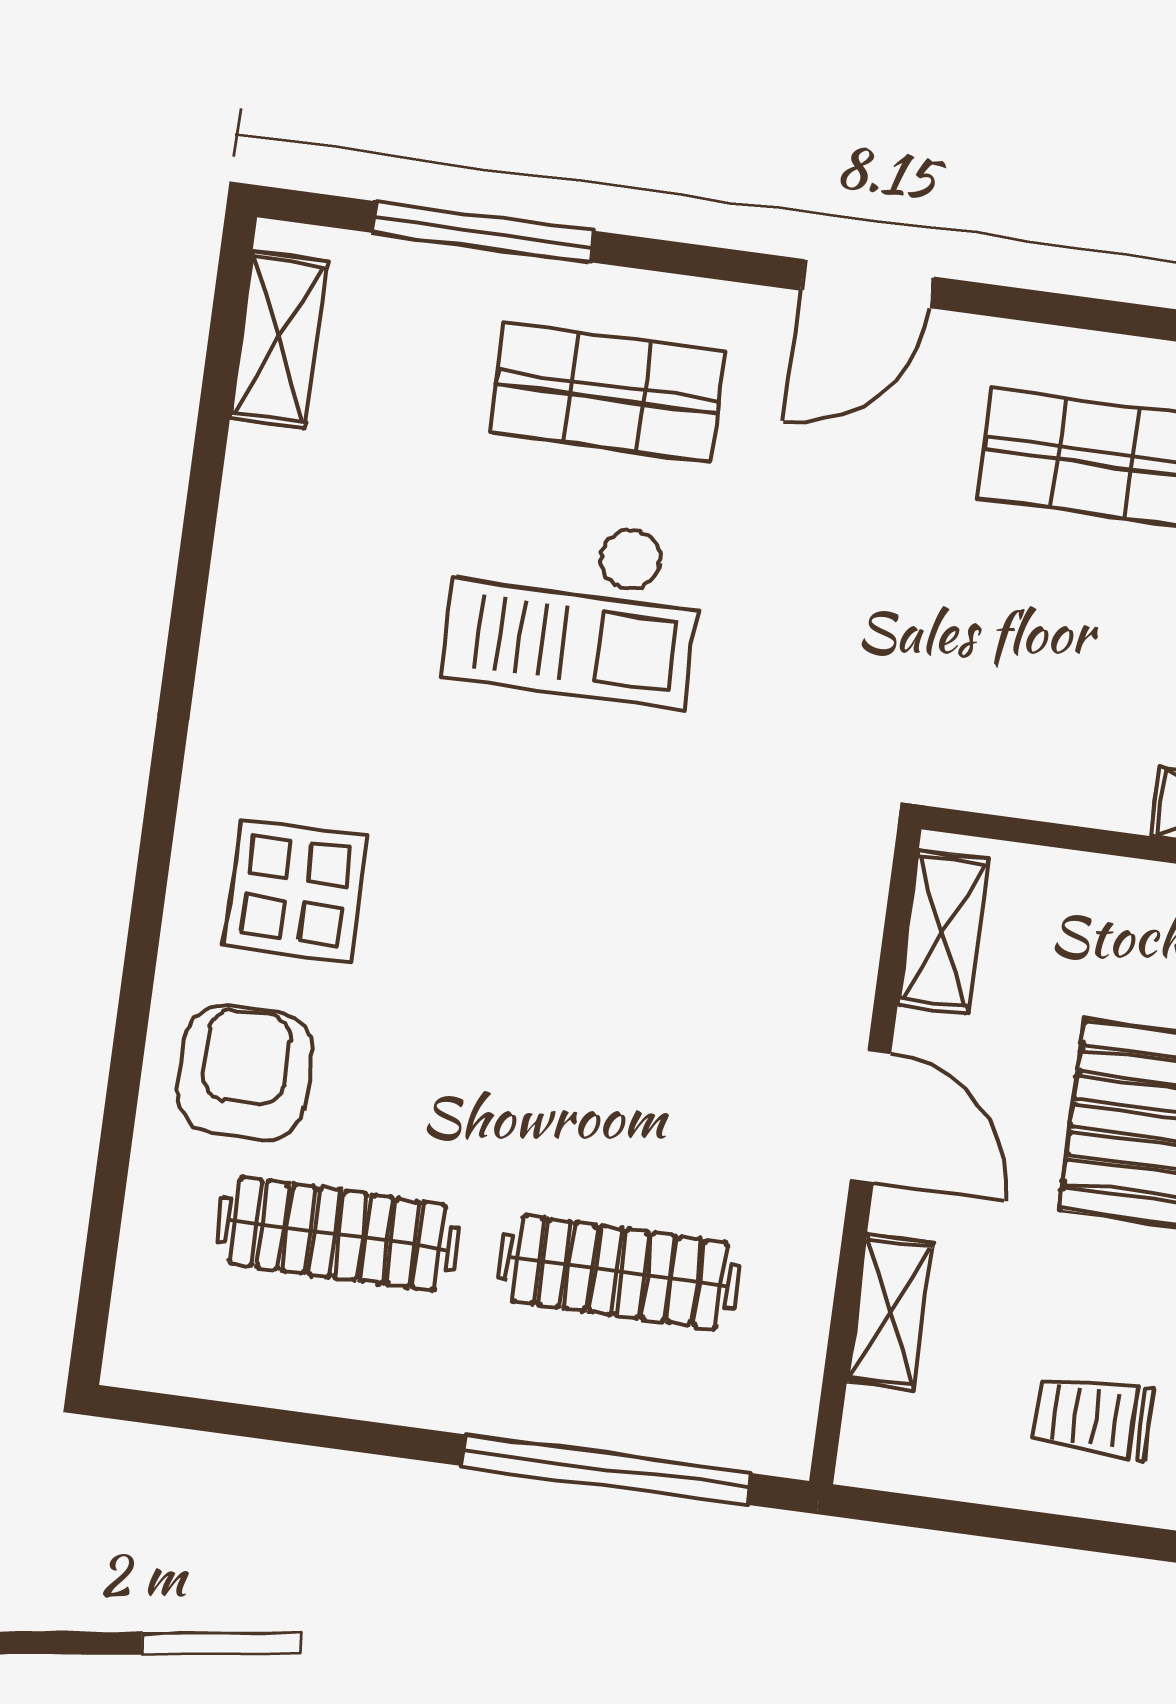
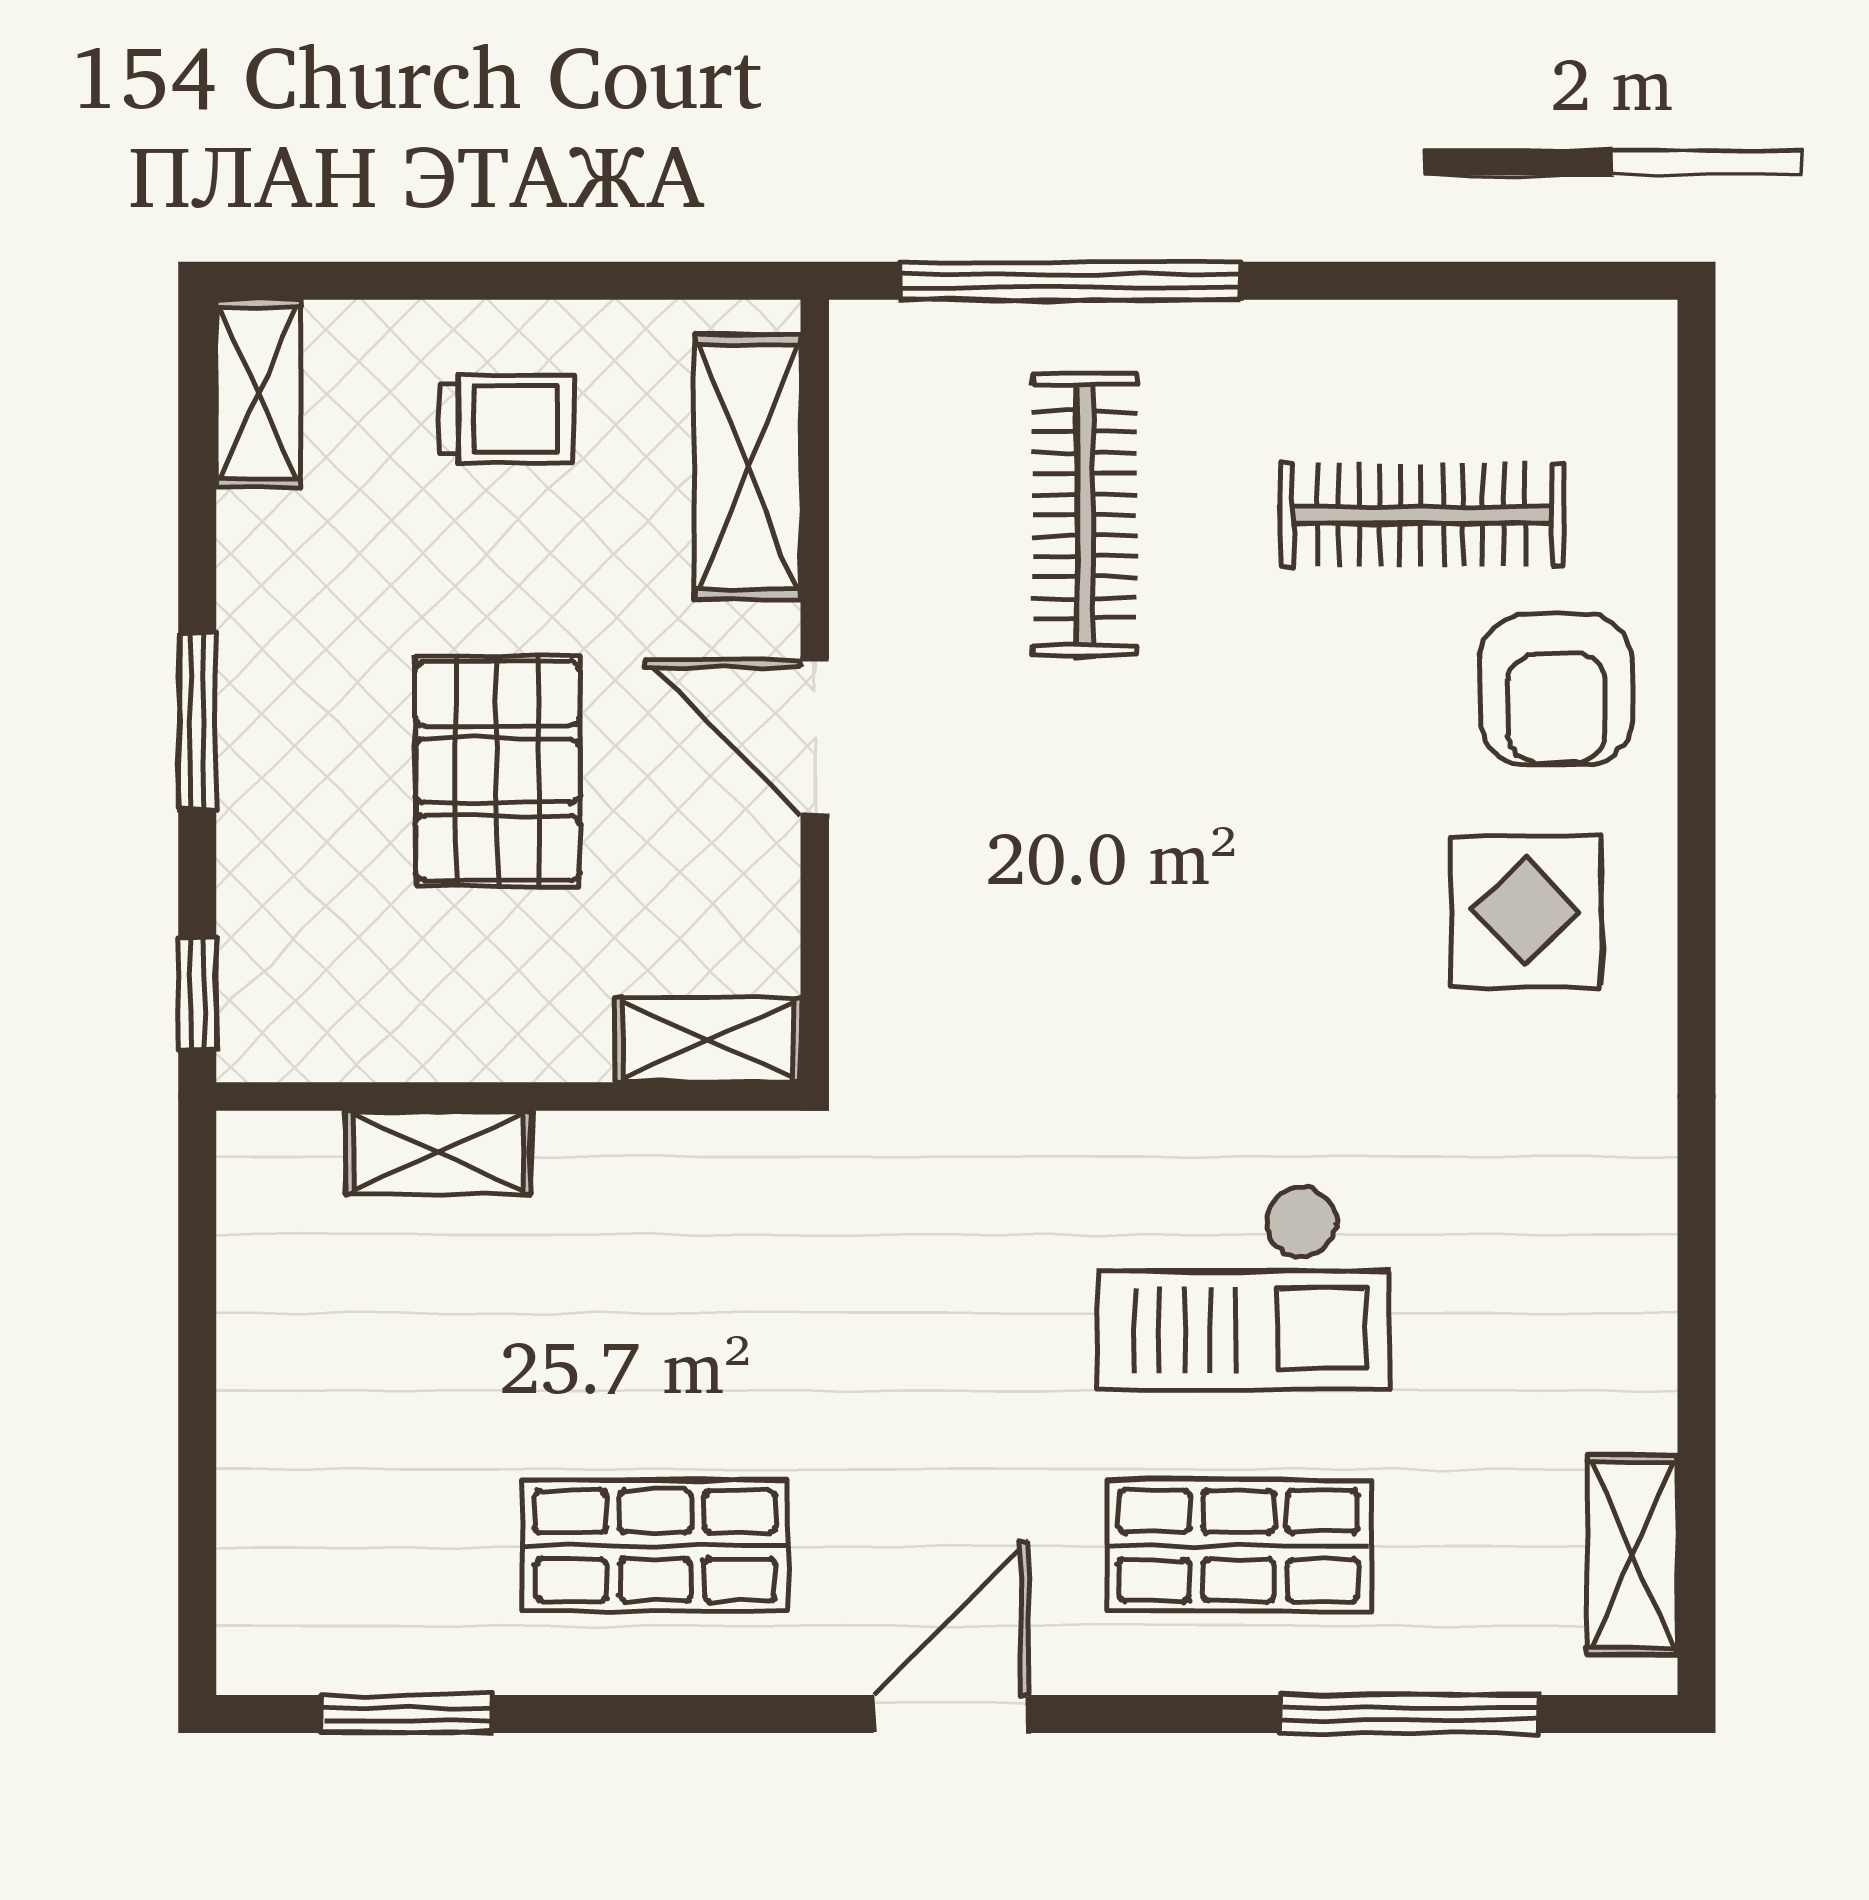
checkout: (574, 608) -> (1243, 1287), turned 180
shelving: (943, 932) -> (708, 1041), moved, turned 90
clothes rail: (619, 1272) -> (1085, 515), turned 90
shelving: (890, 1312) -> (748, 467), width x1.50, depth x1.33

